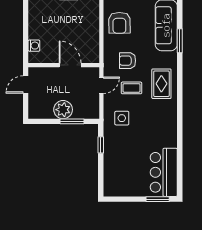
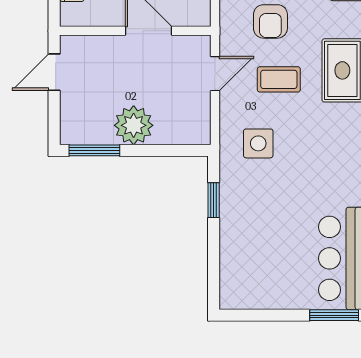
armchair: (128, 61) -> (270, 21), turned -90
window: (72, 121) -> (94, 150), moved

